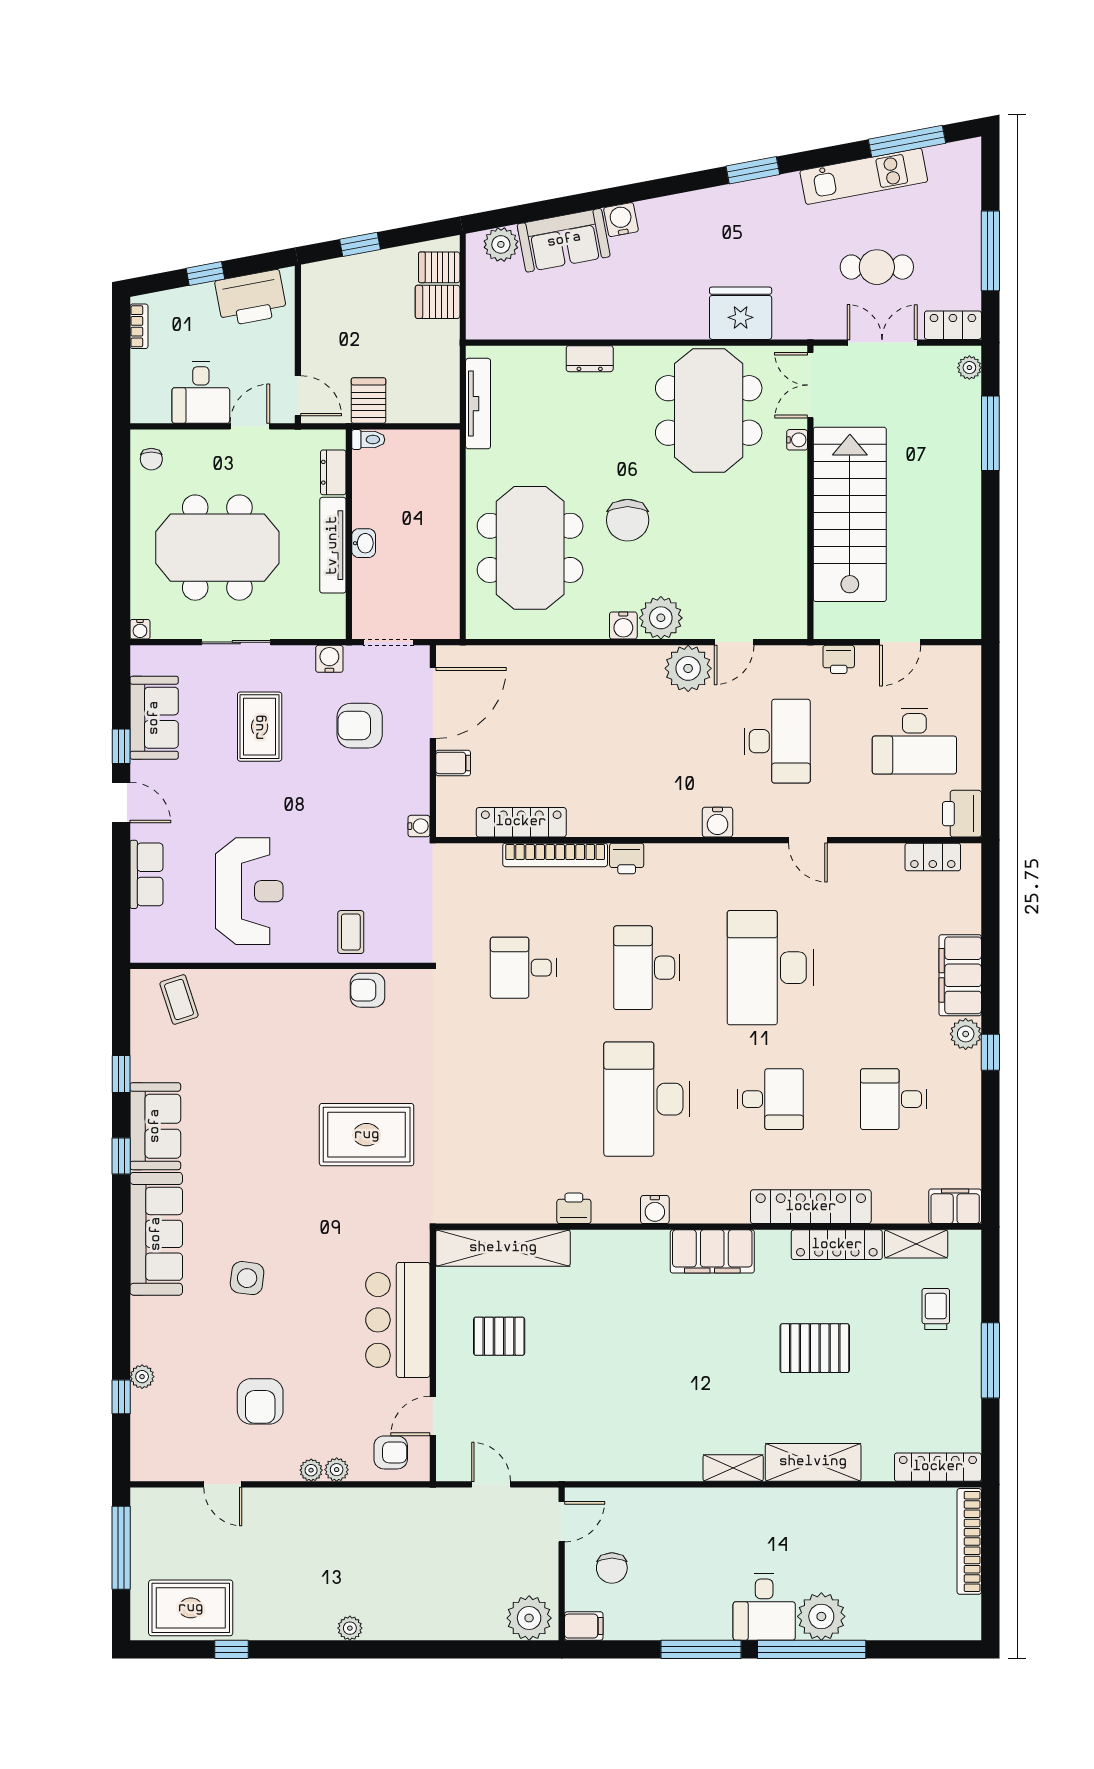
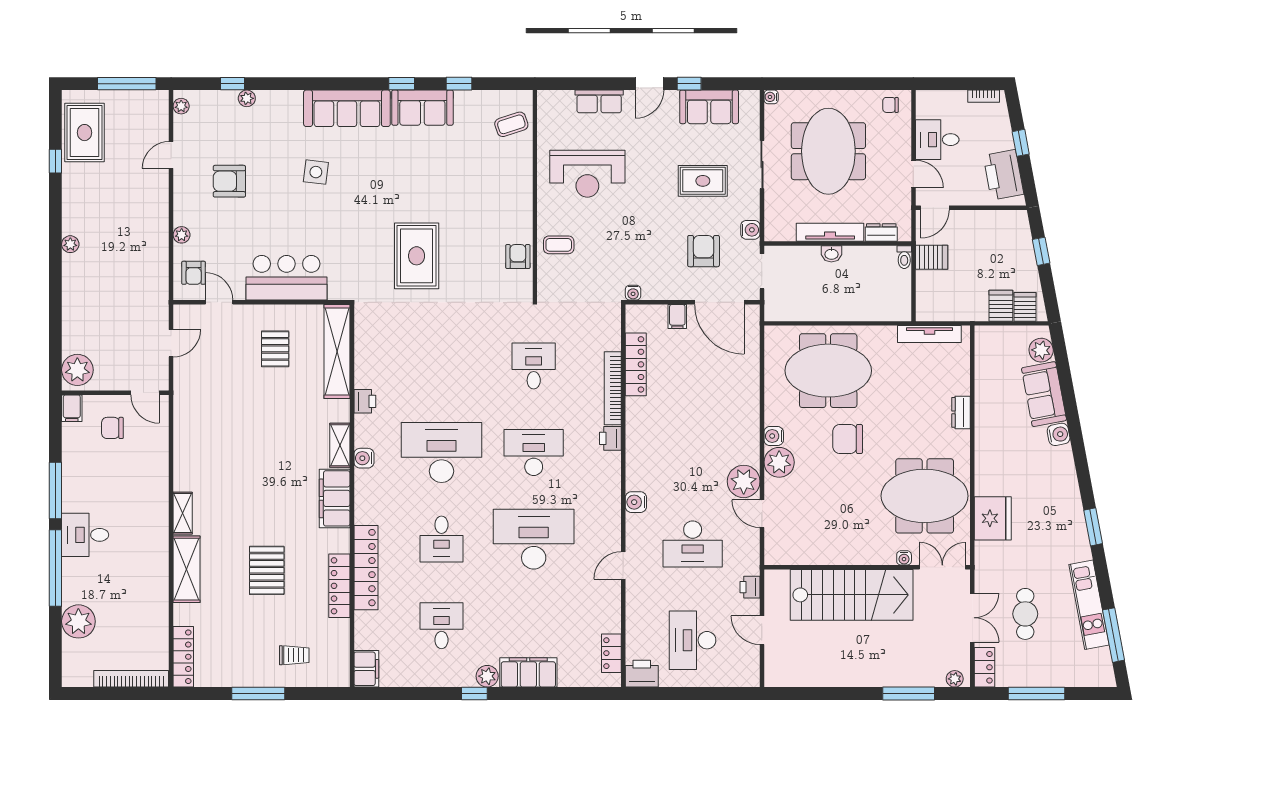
shelving: (916, 1244) -> (340, 445), moved
plant: (311, 1470) -> (181, 106), moved
plant: (821, 1616) -> (78, 621), moved

